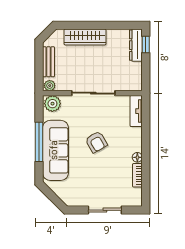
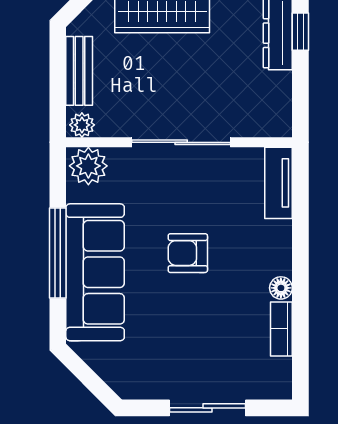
armchair: (96, 142) -> (188, 253), turned 120

